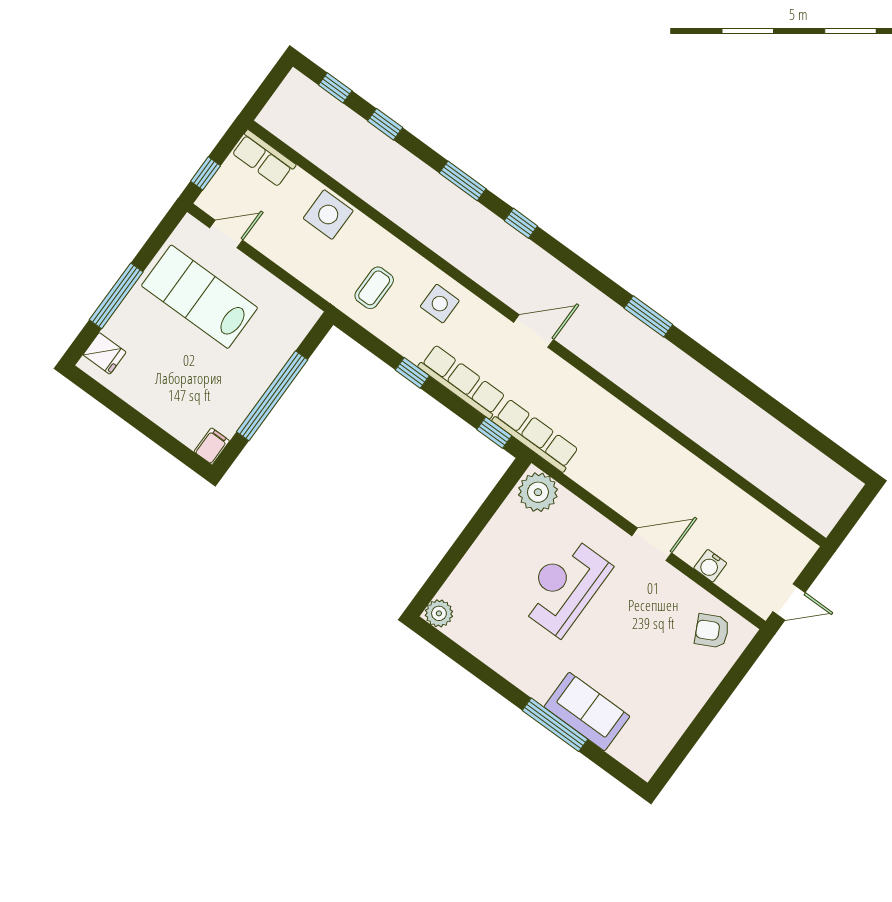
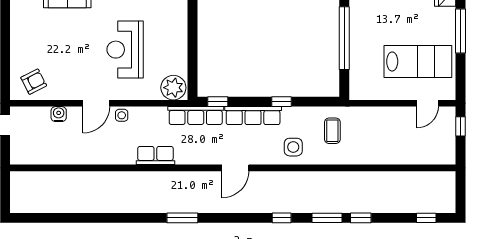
window: (385, 124) -> (361, 218), moved
row of seats: (264, 158) -> (155, 155), moved
side table: (328, 215) -> (122, 115), moved, width x0.54, depth x0.54
reception desk: (564, 586) -> (125, 50), turned 180

